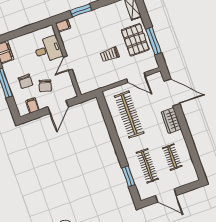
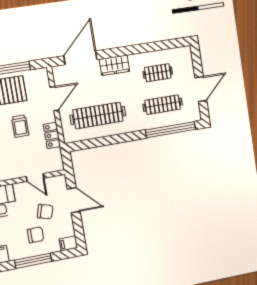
door: (68, 63) -> (35, 177), moved
locker: (107, 81) -> (52, 135), added
filing cabinet: (32, 105) -> (68, 243), moved
window: (128, 176) -> (171, 130), width x2.11

